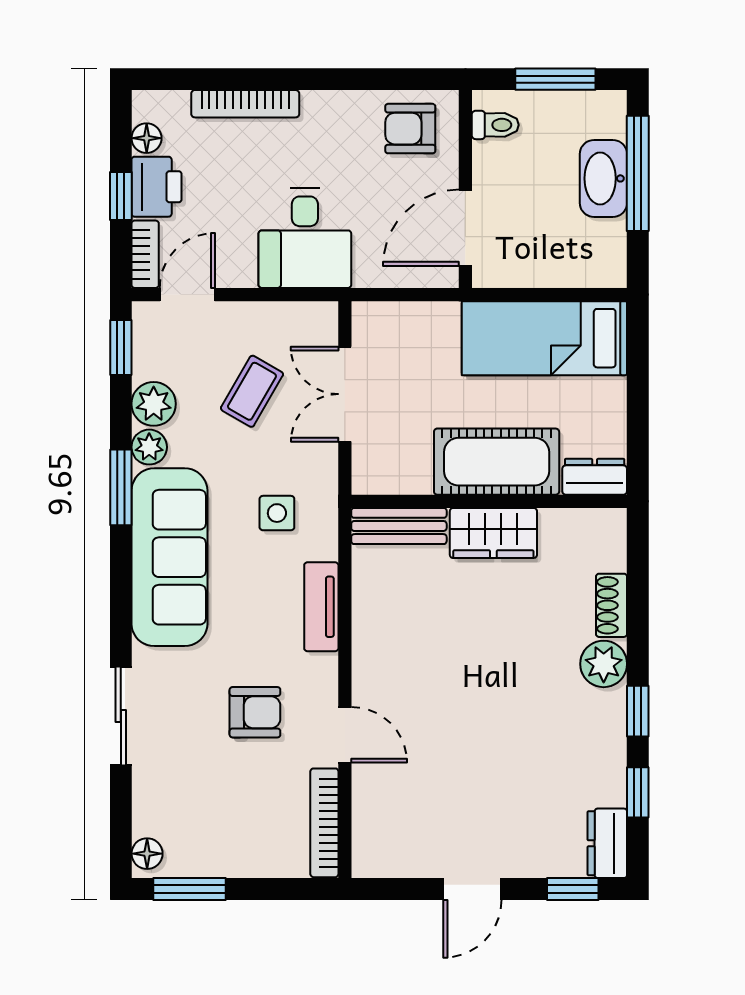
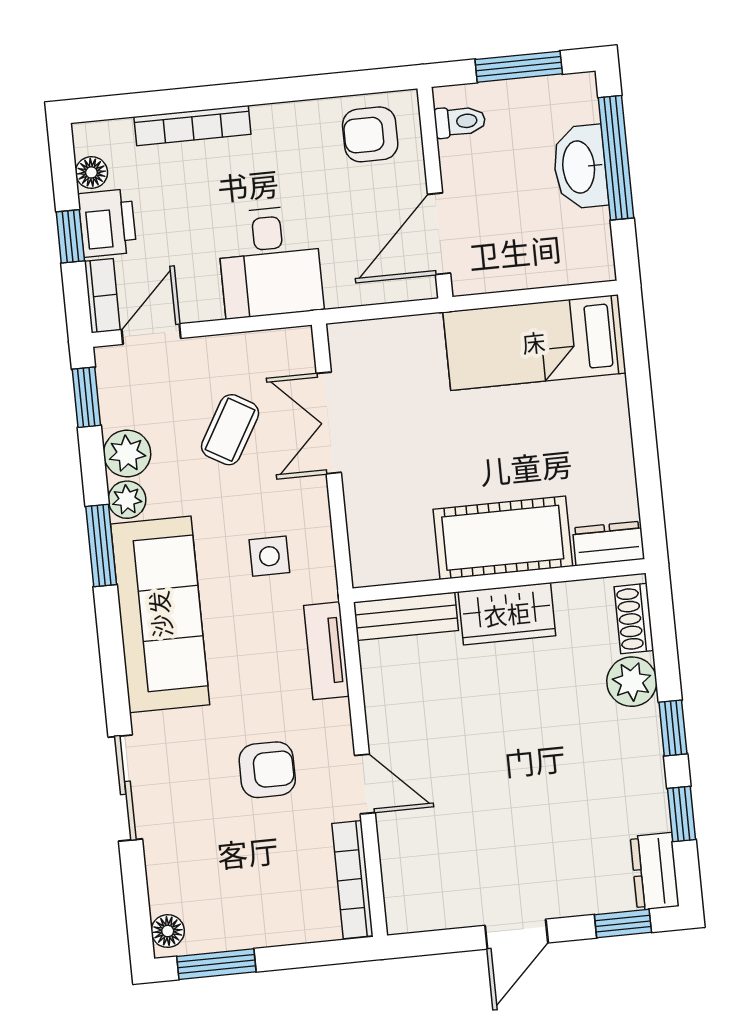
cot: (497, 462) -> (503, 538), moved
dresser: (595, 477) -> (608, 543), moved
wall: (489, 501) -> (499, 581), moved
bench: (399, 526) -> (406, 616), moved
wardrobe: (493, 533) -> (507, 614), moved

